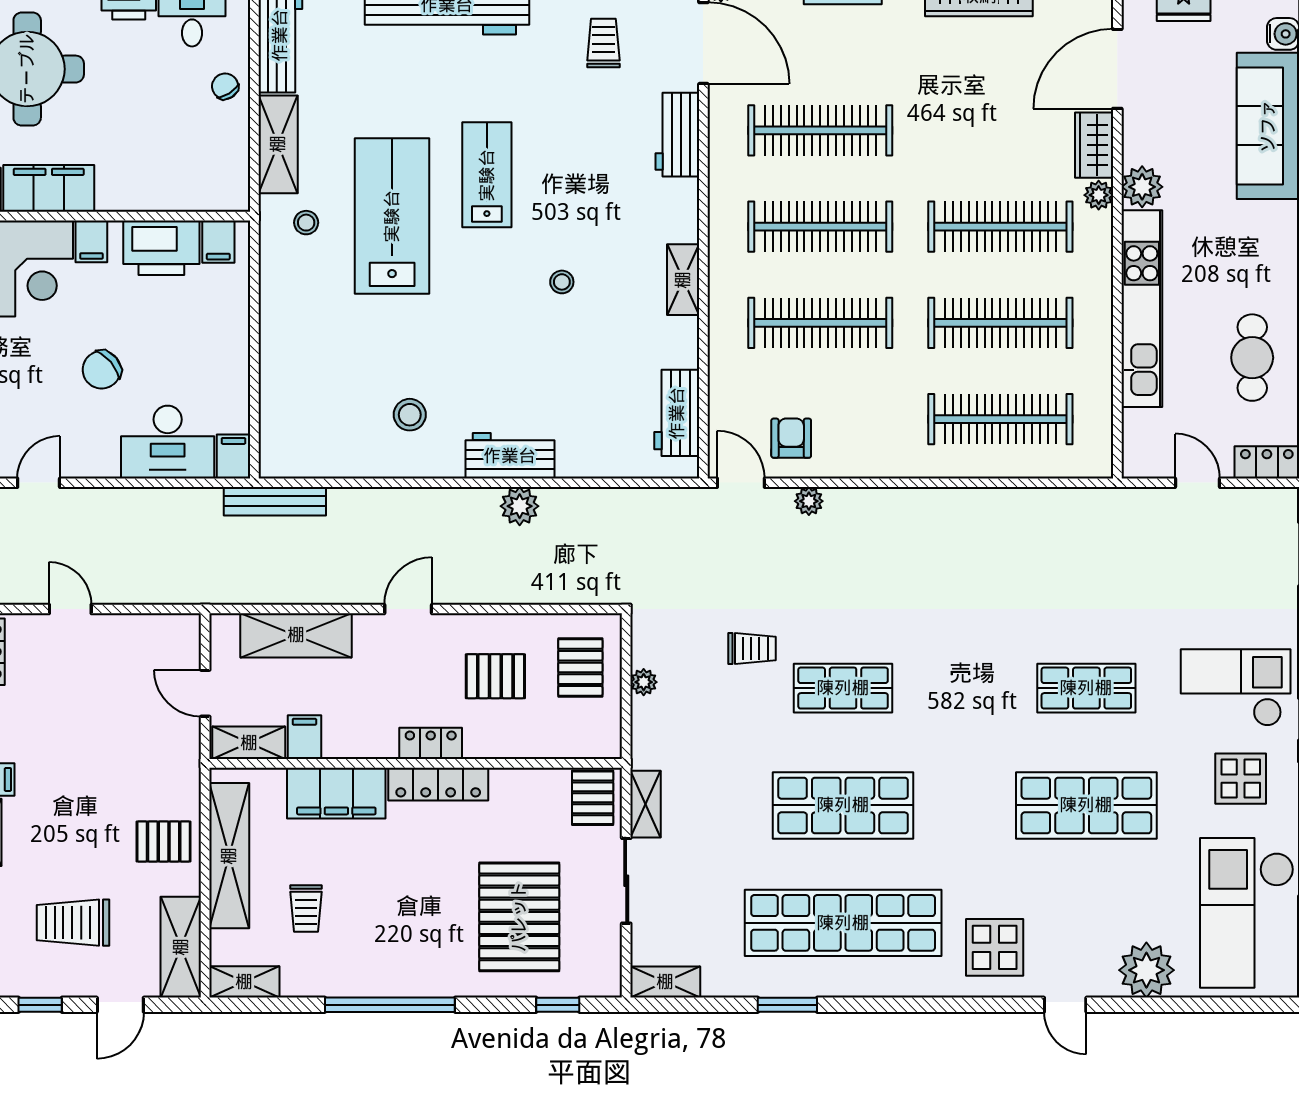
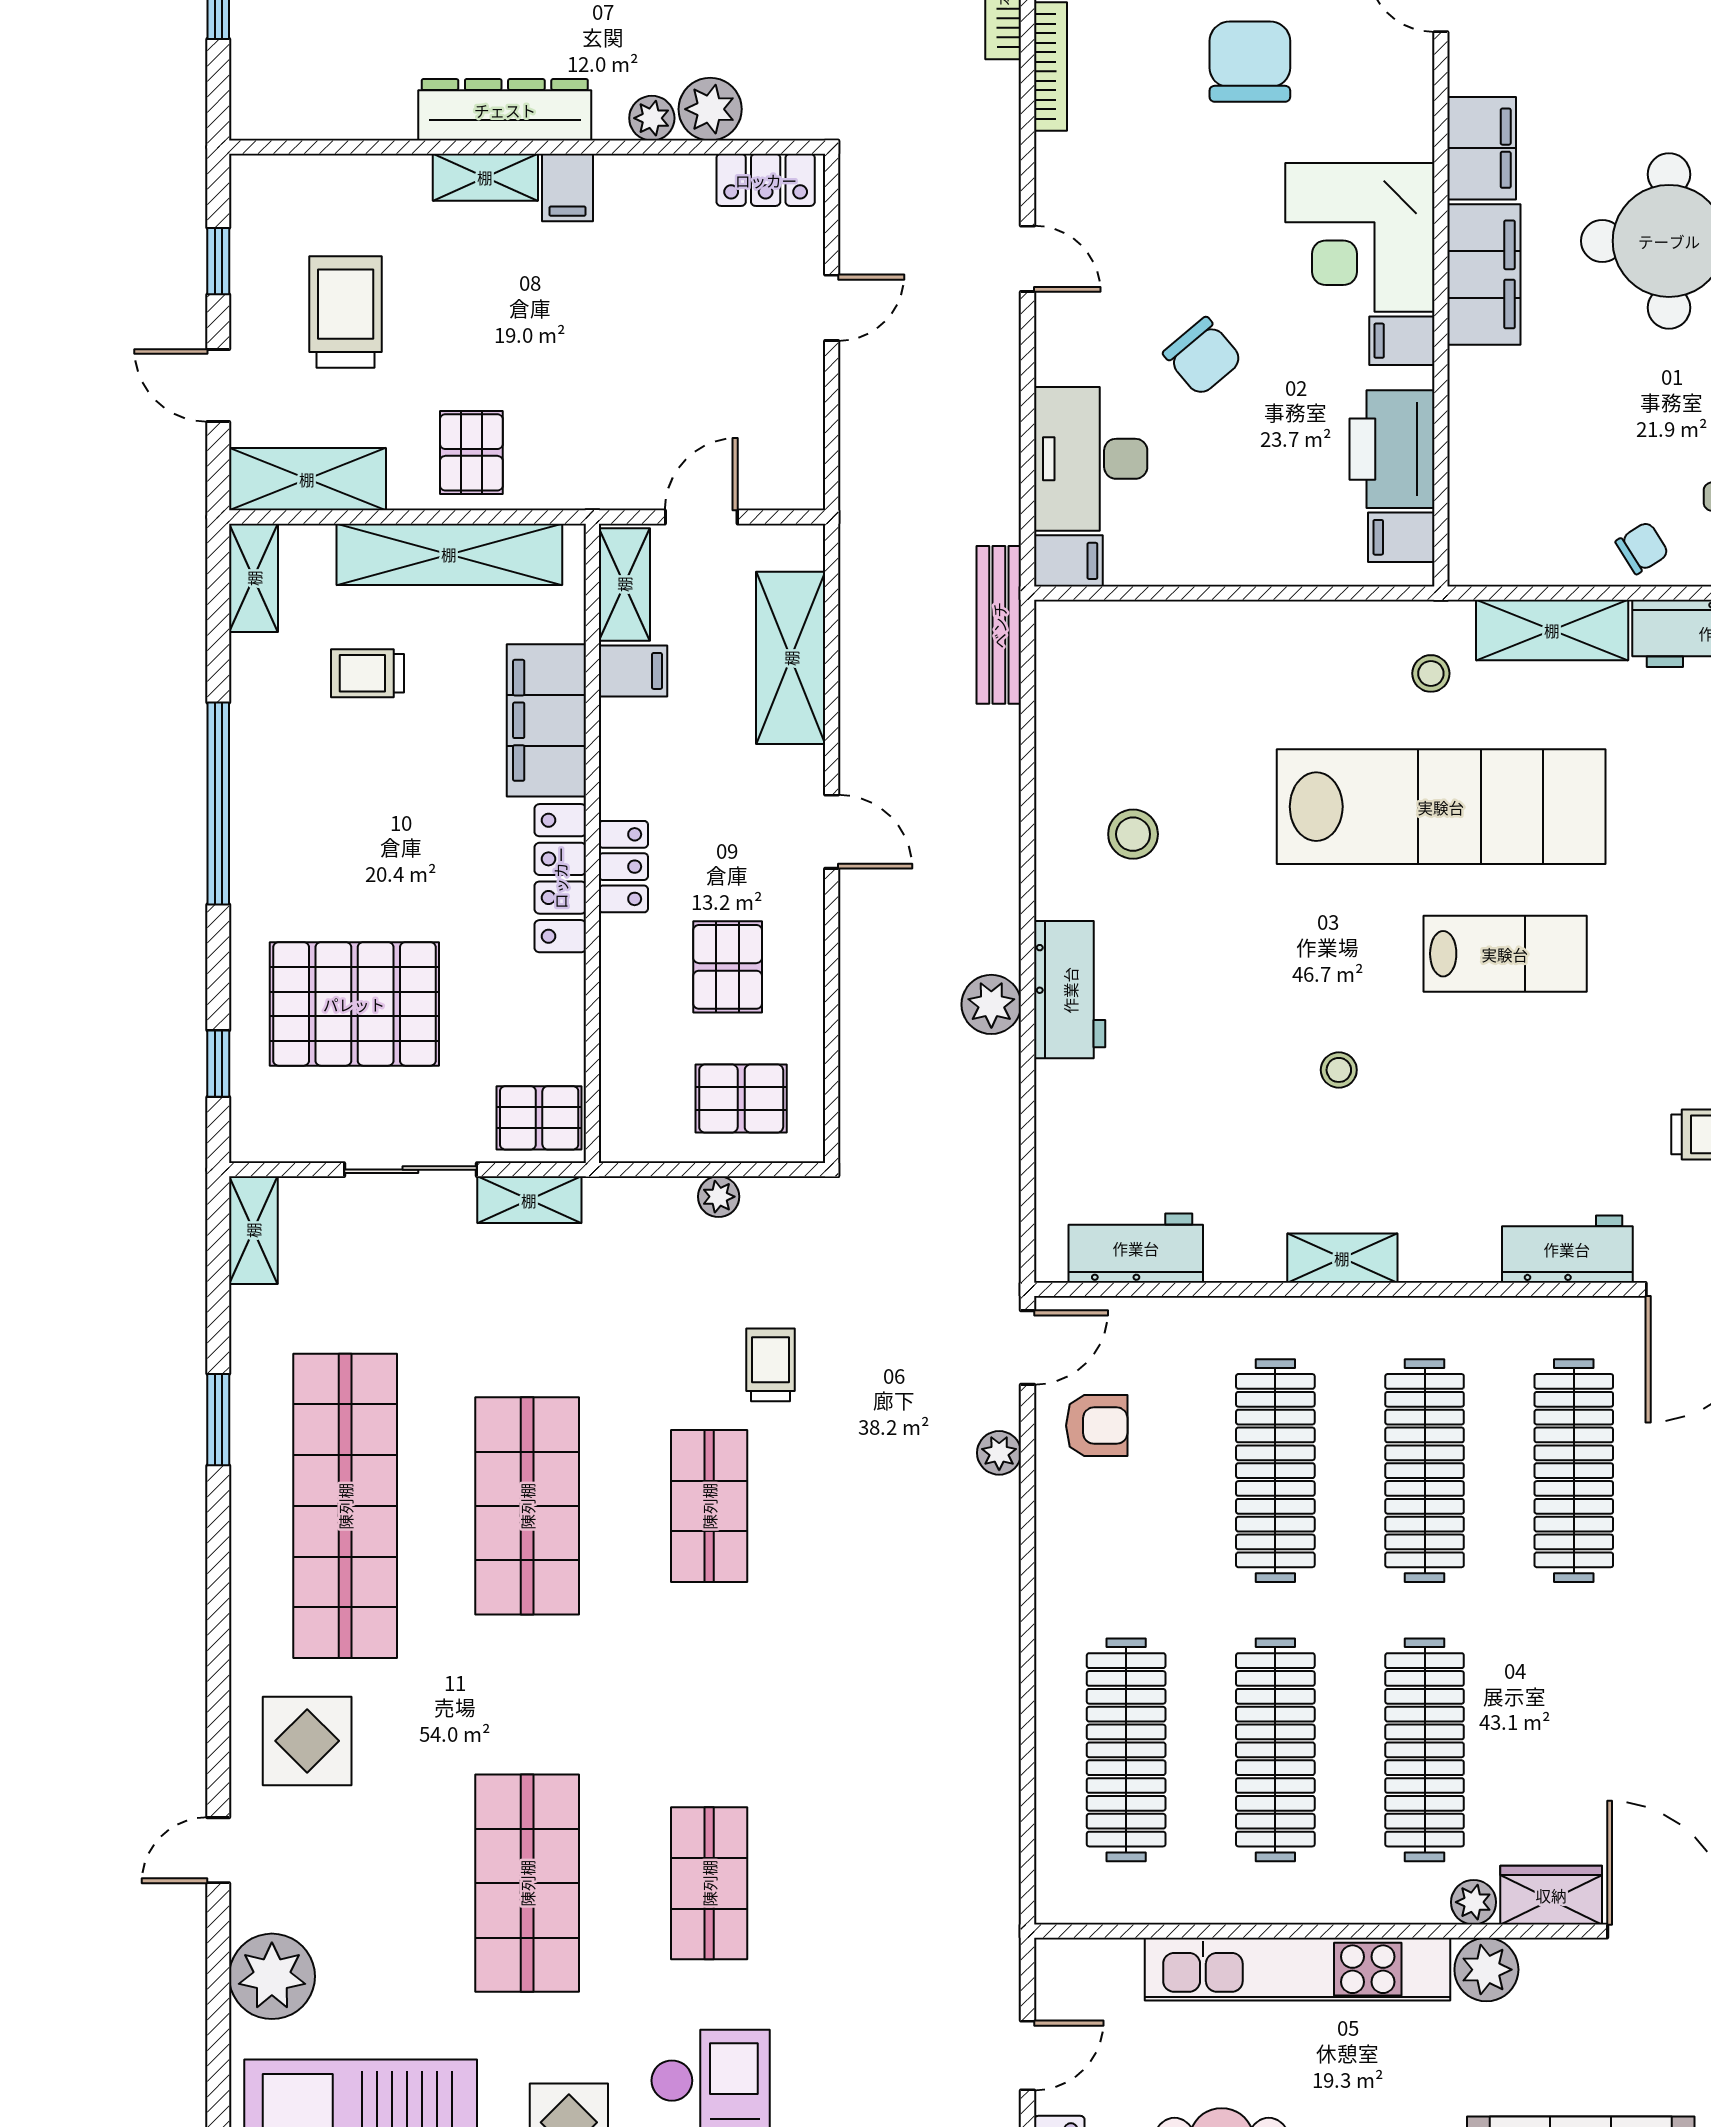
lab bench: (392, 216) -> (1441, 807), width x1.36
chair: (102, 370) -> (1203, 357), turned 180
trolley: (752, 649) -> (770, 1365), turned 180

